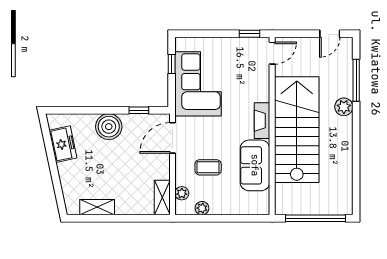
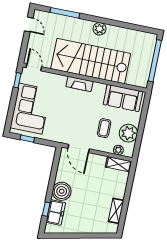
corner sofa: (198, 84) -> (31, 109), moved, turned 90
plant: (344, 107) -> (99, 29), moved
window: (139, 110) -> (46, 209), moved
freezer: (63, 144) -> (56, 212), moved, turned 102
sofa: (255, 165) -> (123, 98), moved
plant: (202, 208) -> (128, 133), width x1.88, depth x1.88

